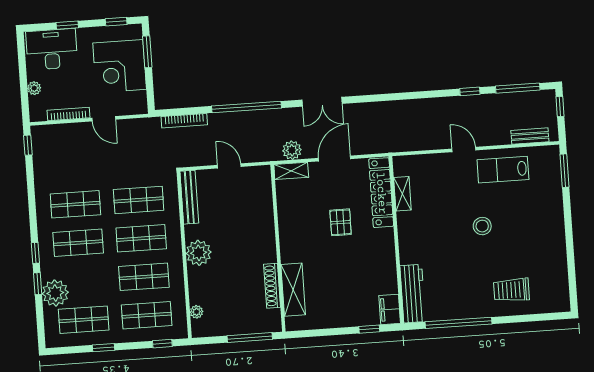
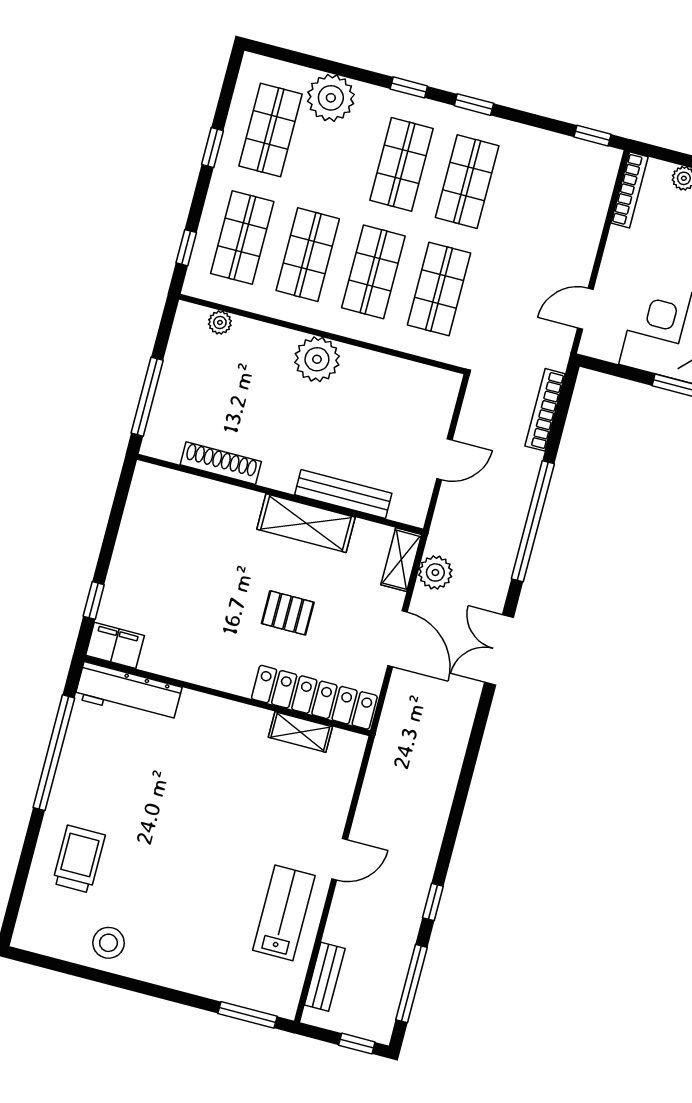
bookcase: (68, 114) -> (630, 190), moved
door: (104, 119) -> (585, 309), moved
bench: (189, 197) -> (343, 494), moved
stool: (482, 226) -> (109, 943), moved
window: (38, 284) -> (474, 105), moved
shelving: (293, 290) -> (306, 523), moved

